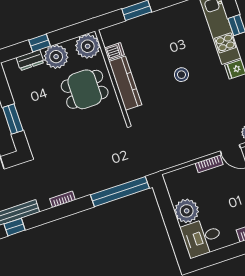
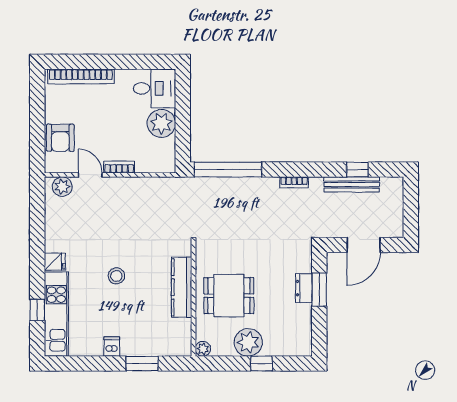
plant: (88, 46) -> (203, 349), width x0.53, depth x0.53
dishwasher: (114, 51) -> (112, 347), moved, turned 90
dresser: (30, 60) -> (304, 288), moved, turned -90

